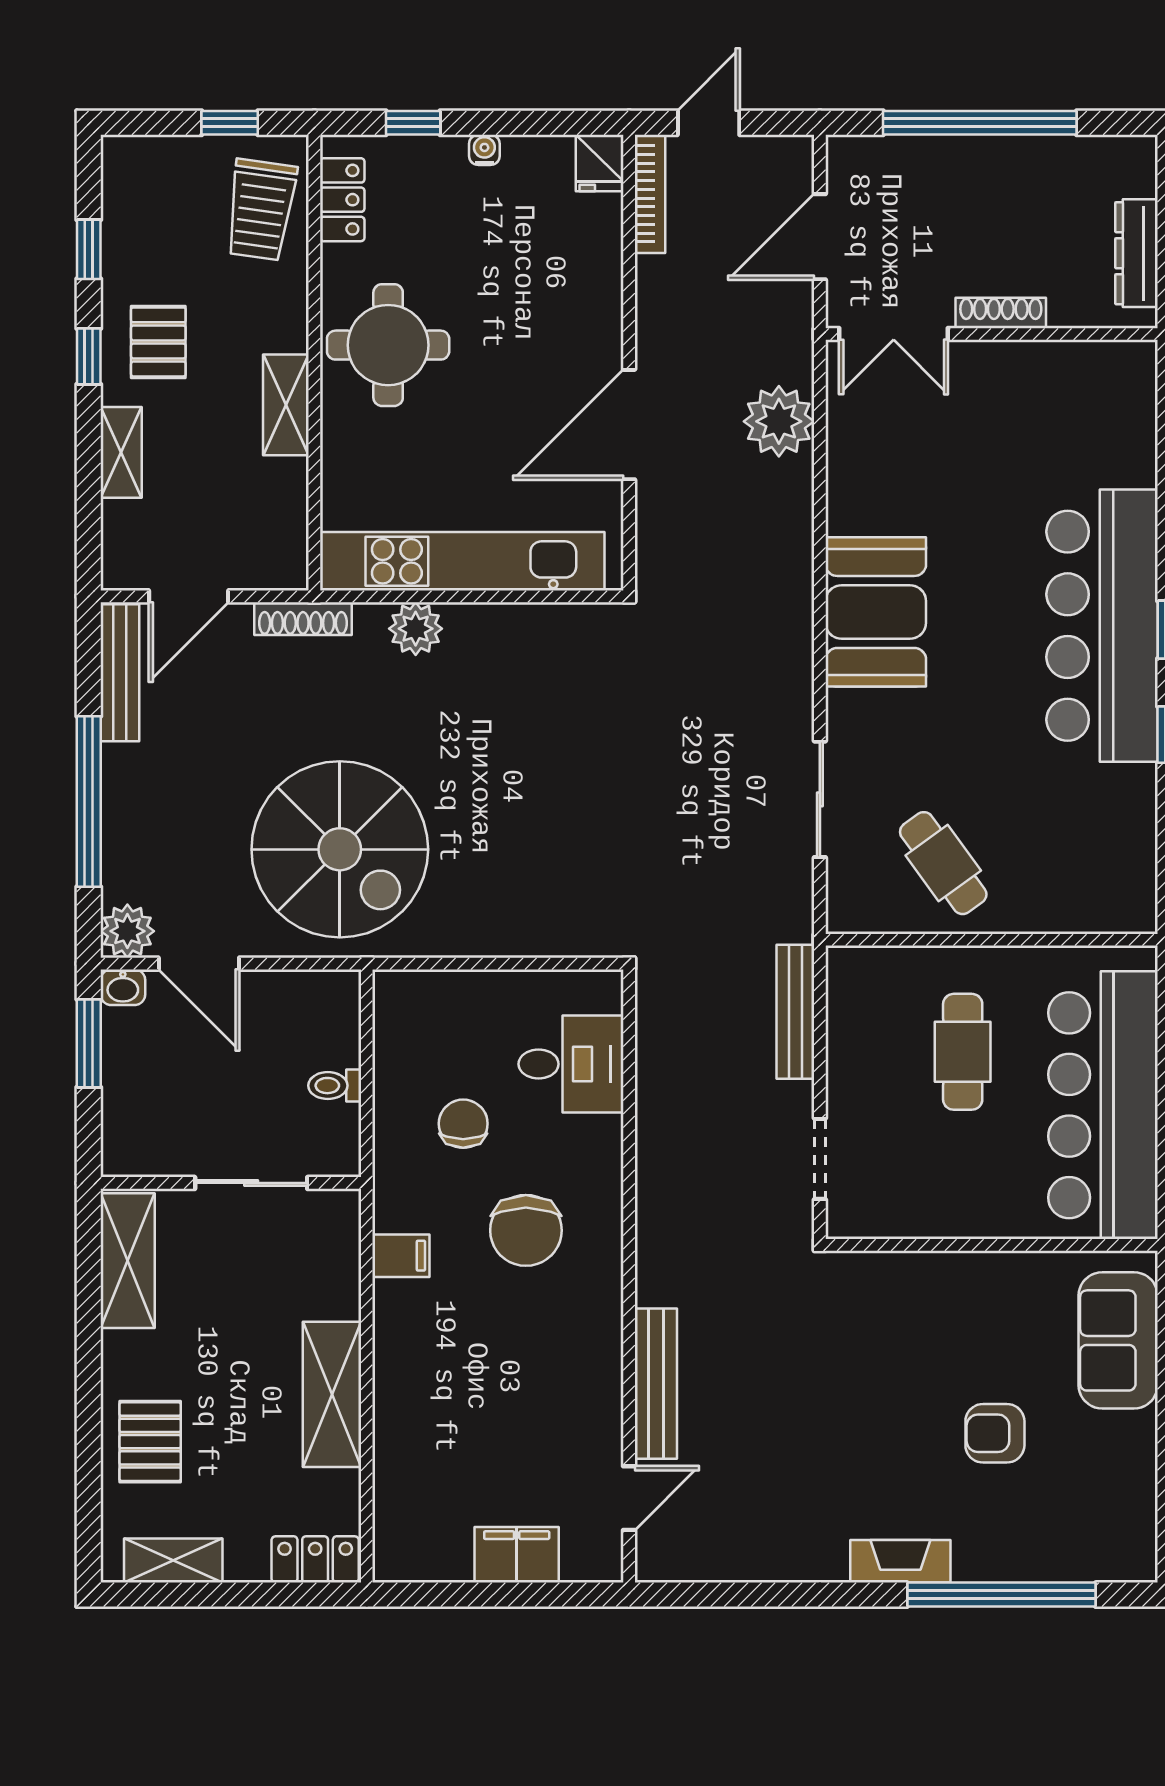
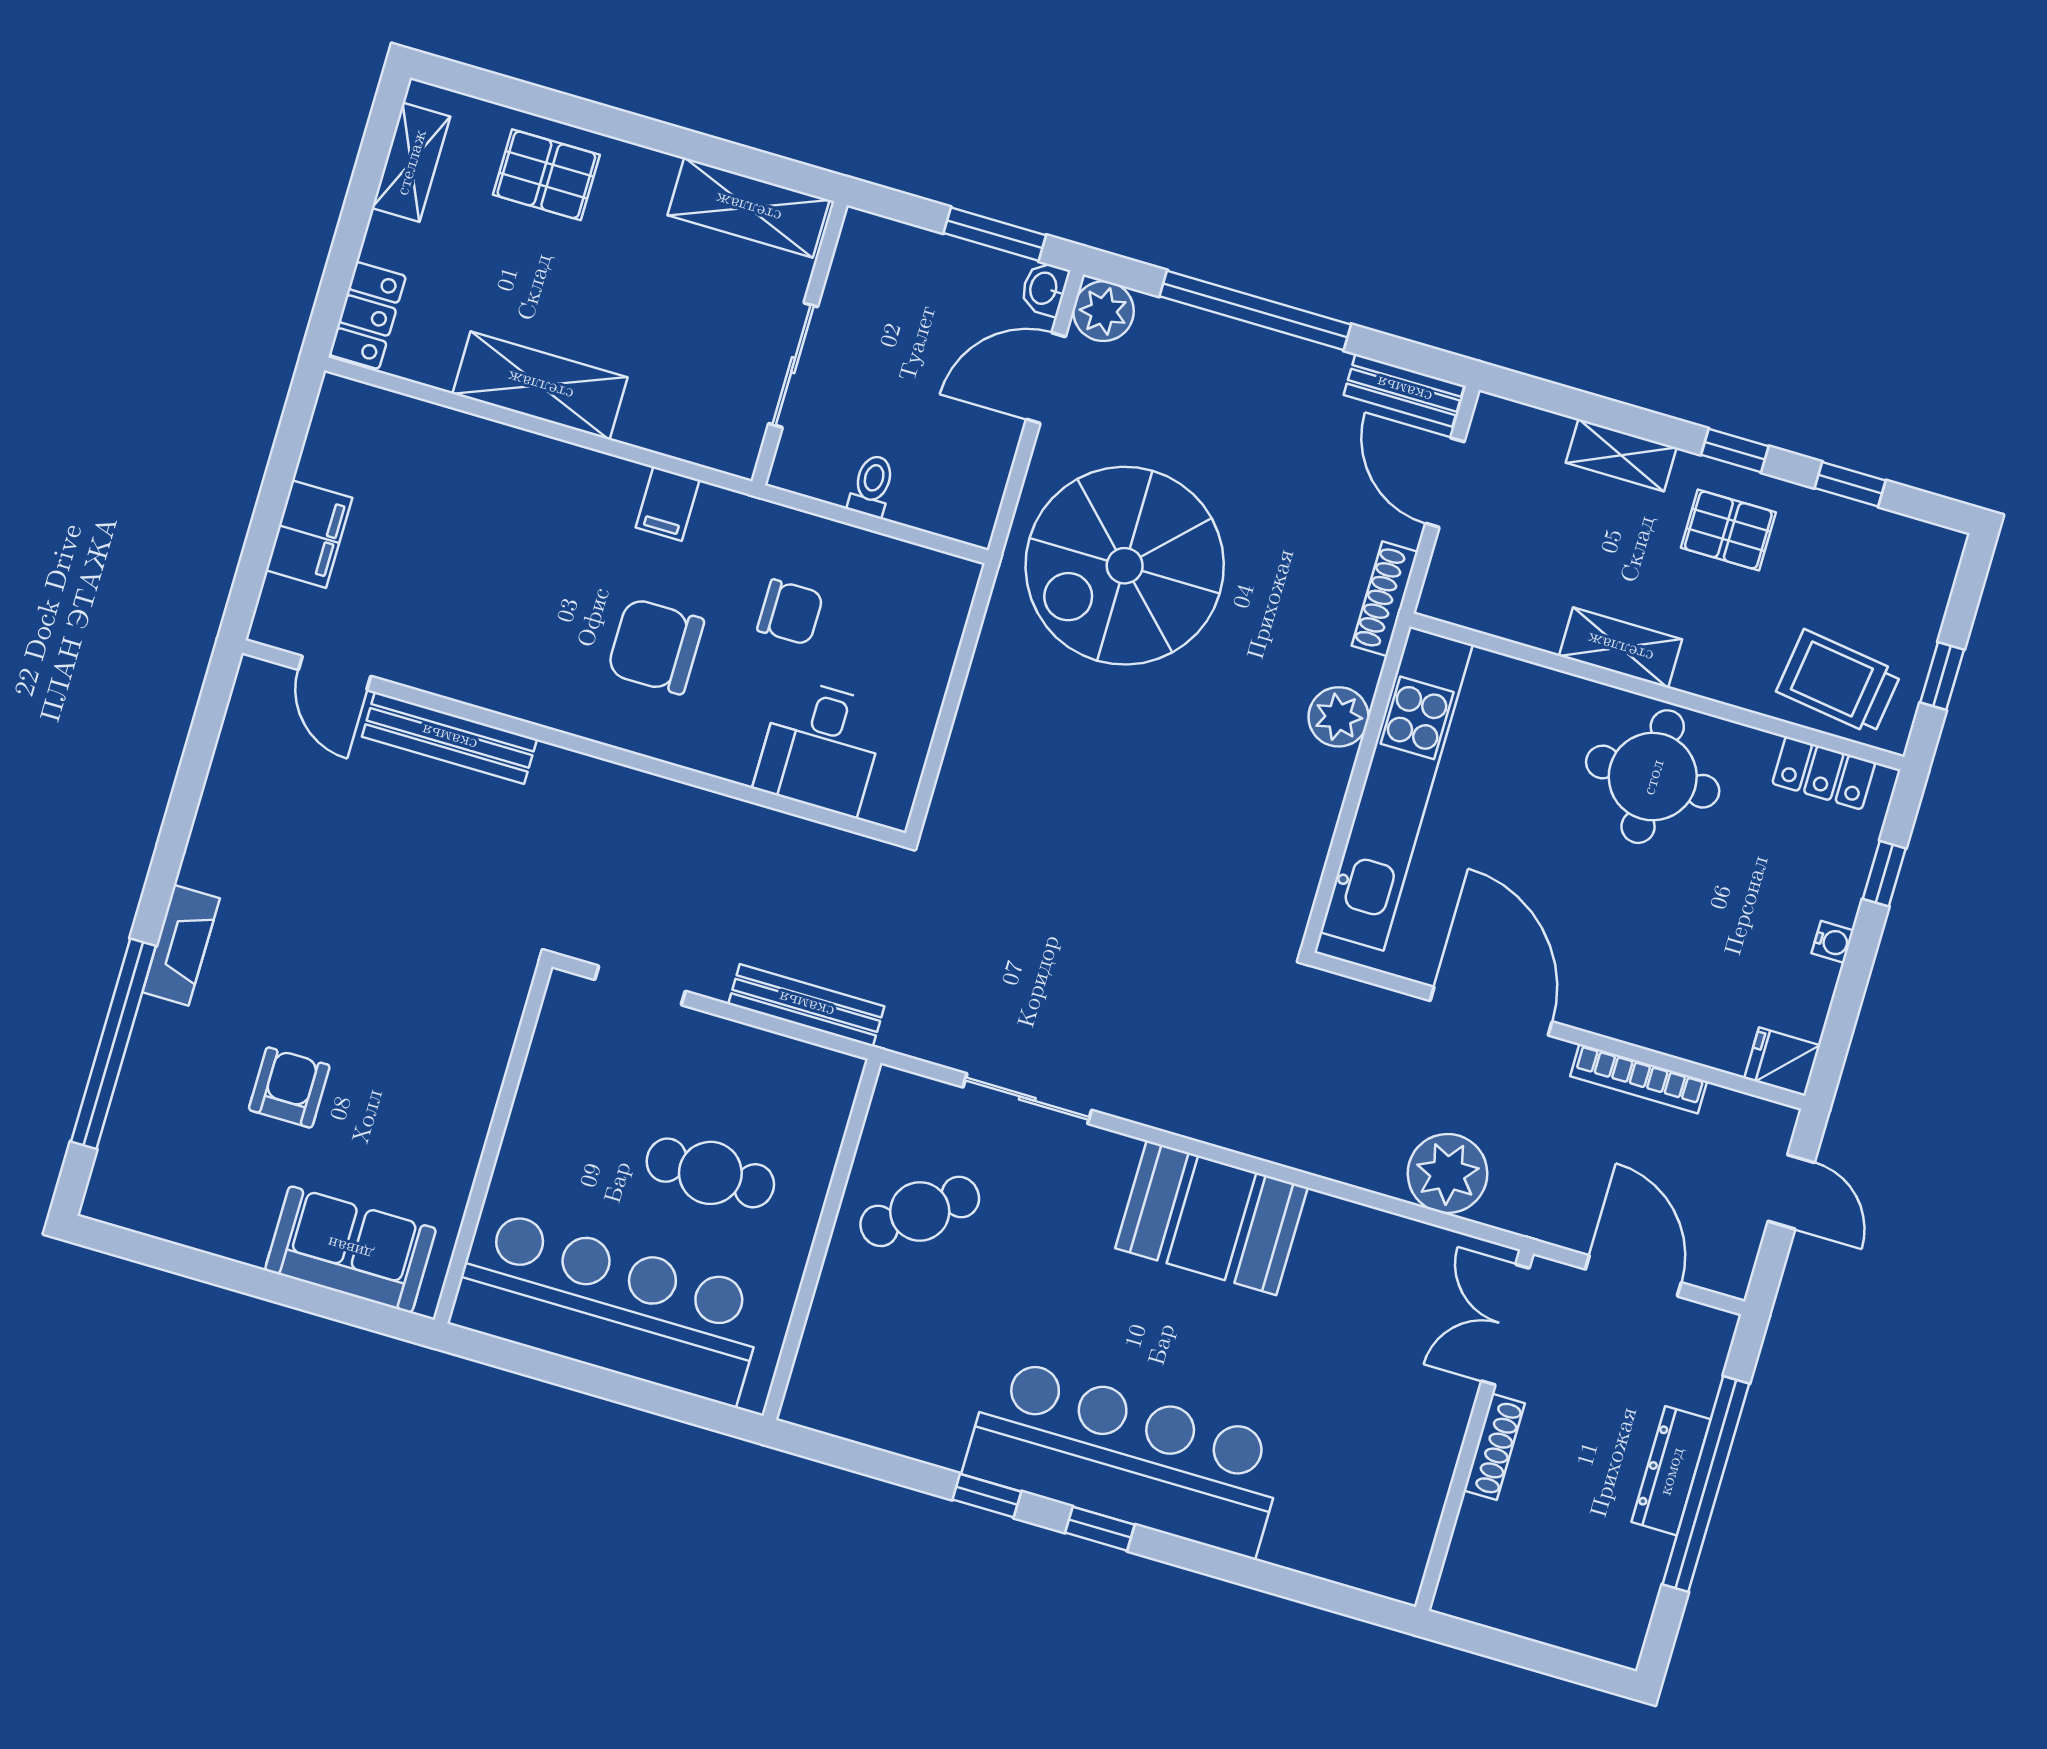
bookcase: (650, 194) -> (1639, 1079), moved
dresser: (1136, 253) -> (1671, 1471), moved, turned -90
bench: (120, 673) -> (1404, 390), width x0.73

